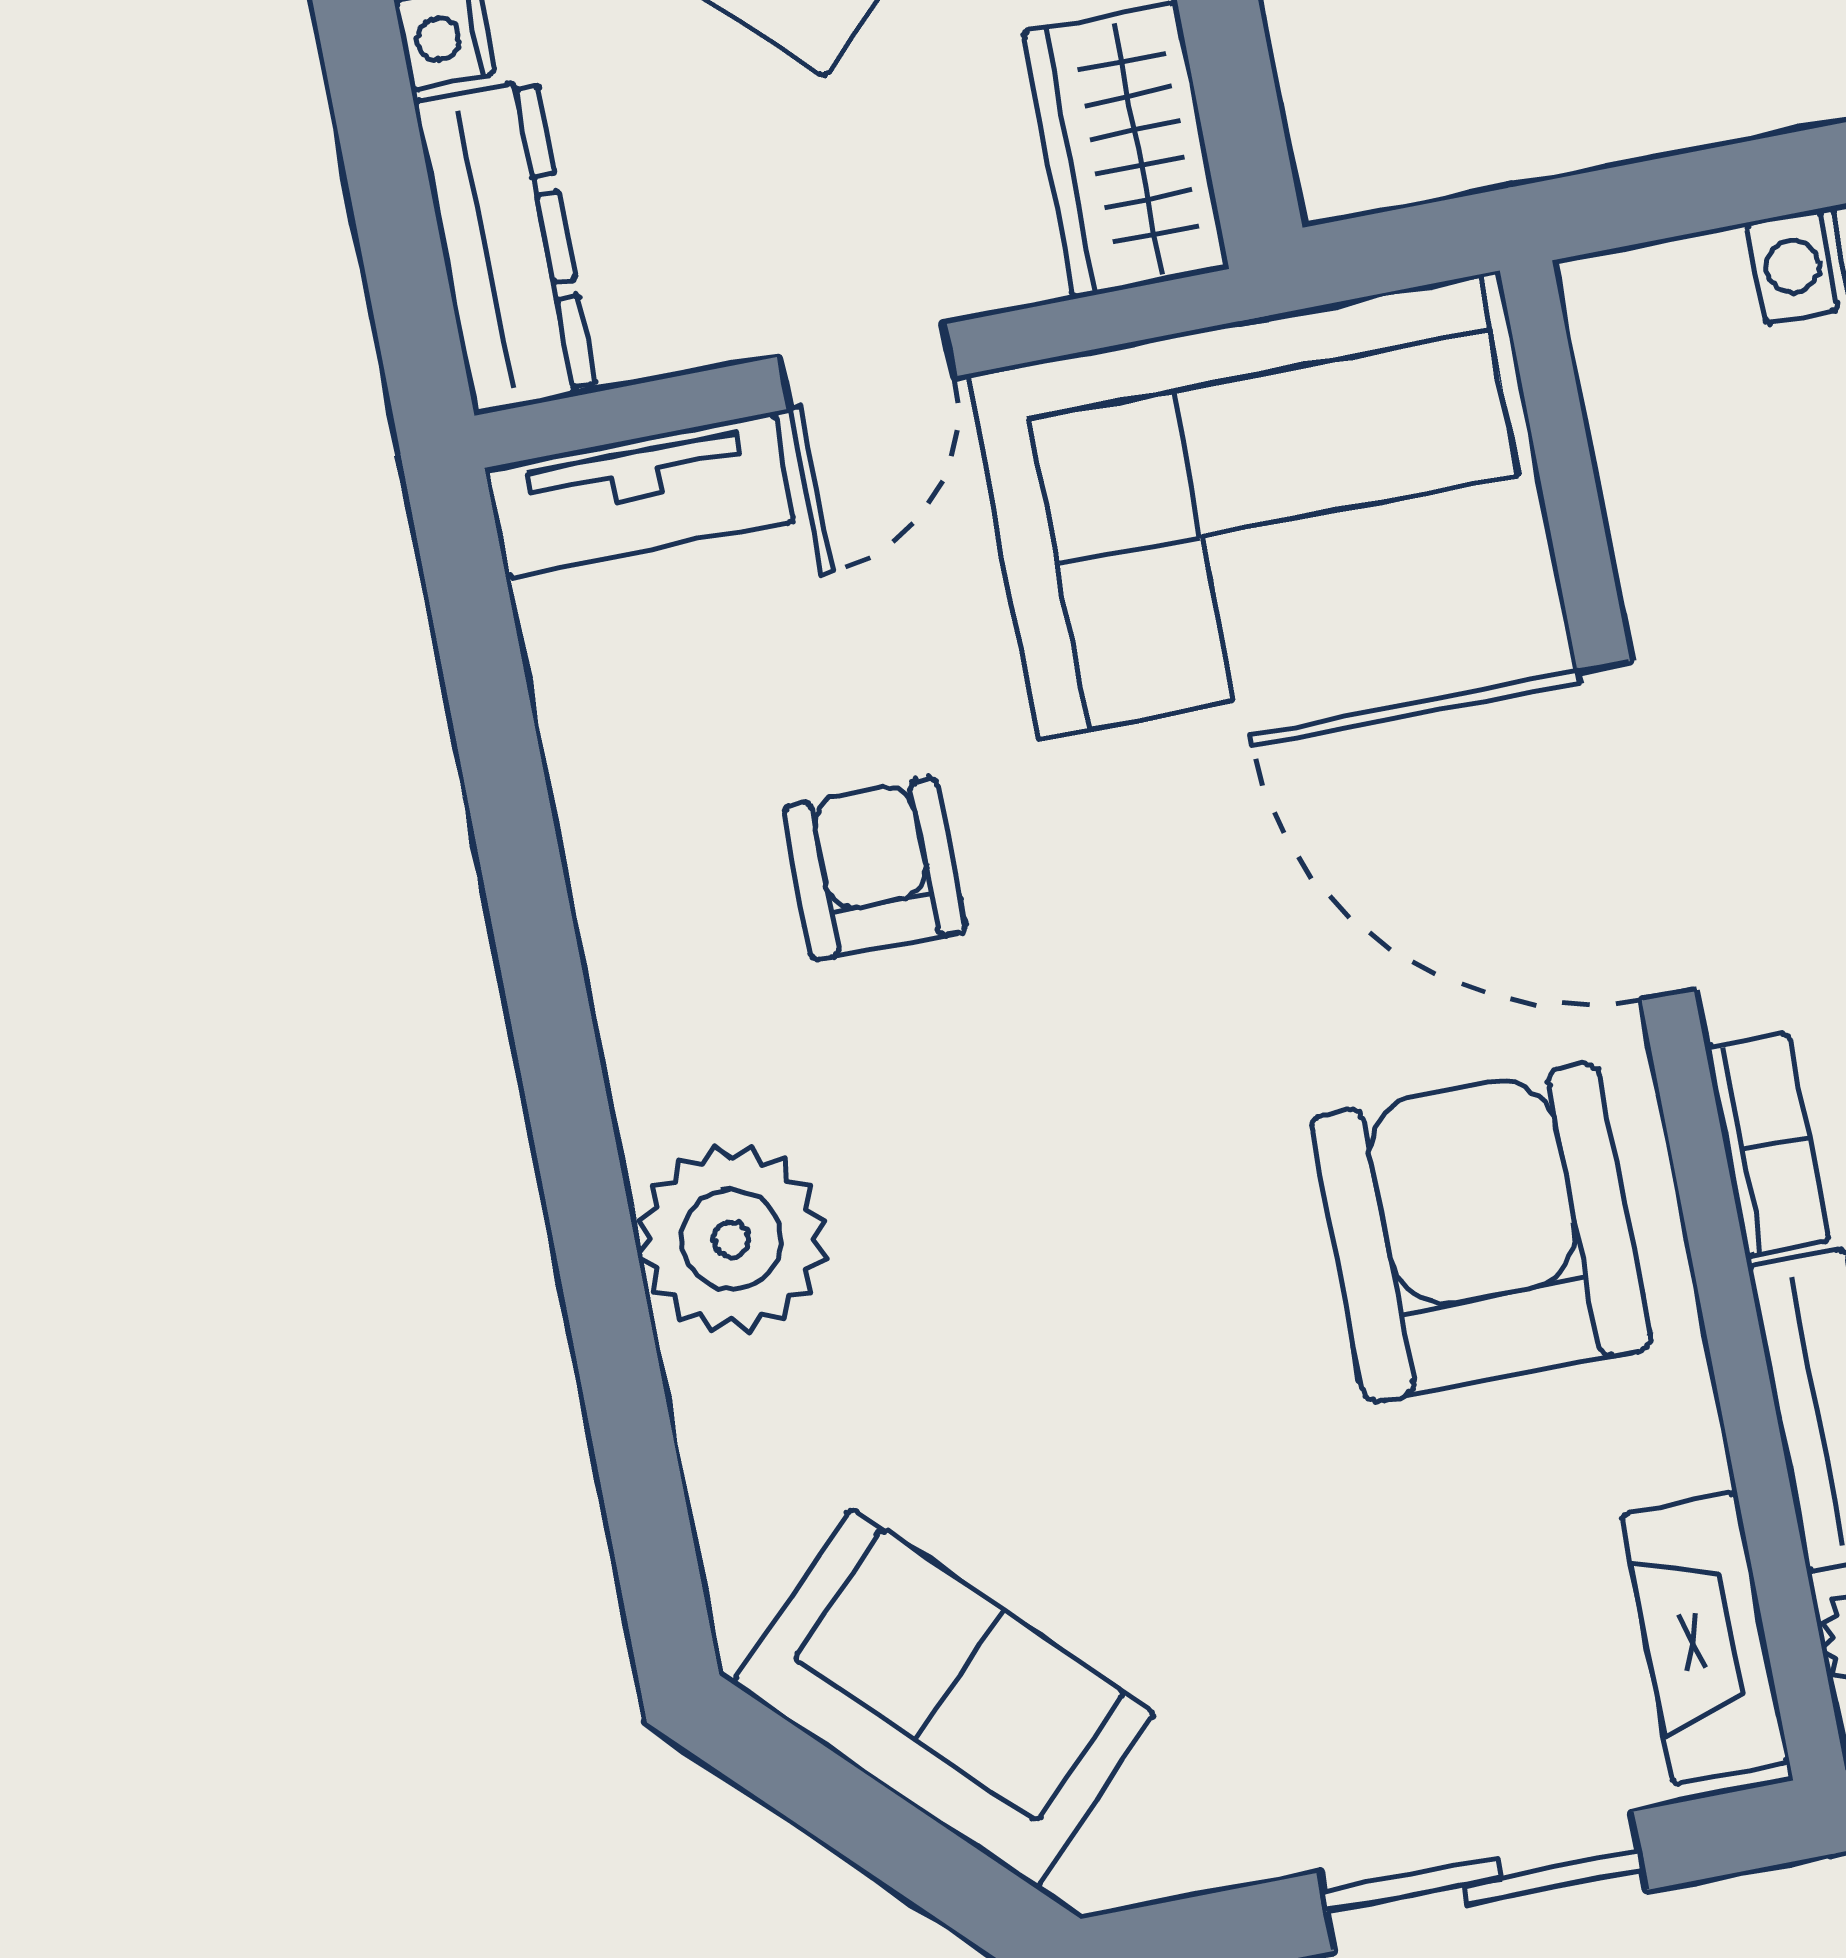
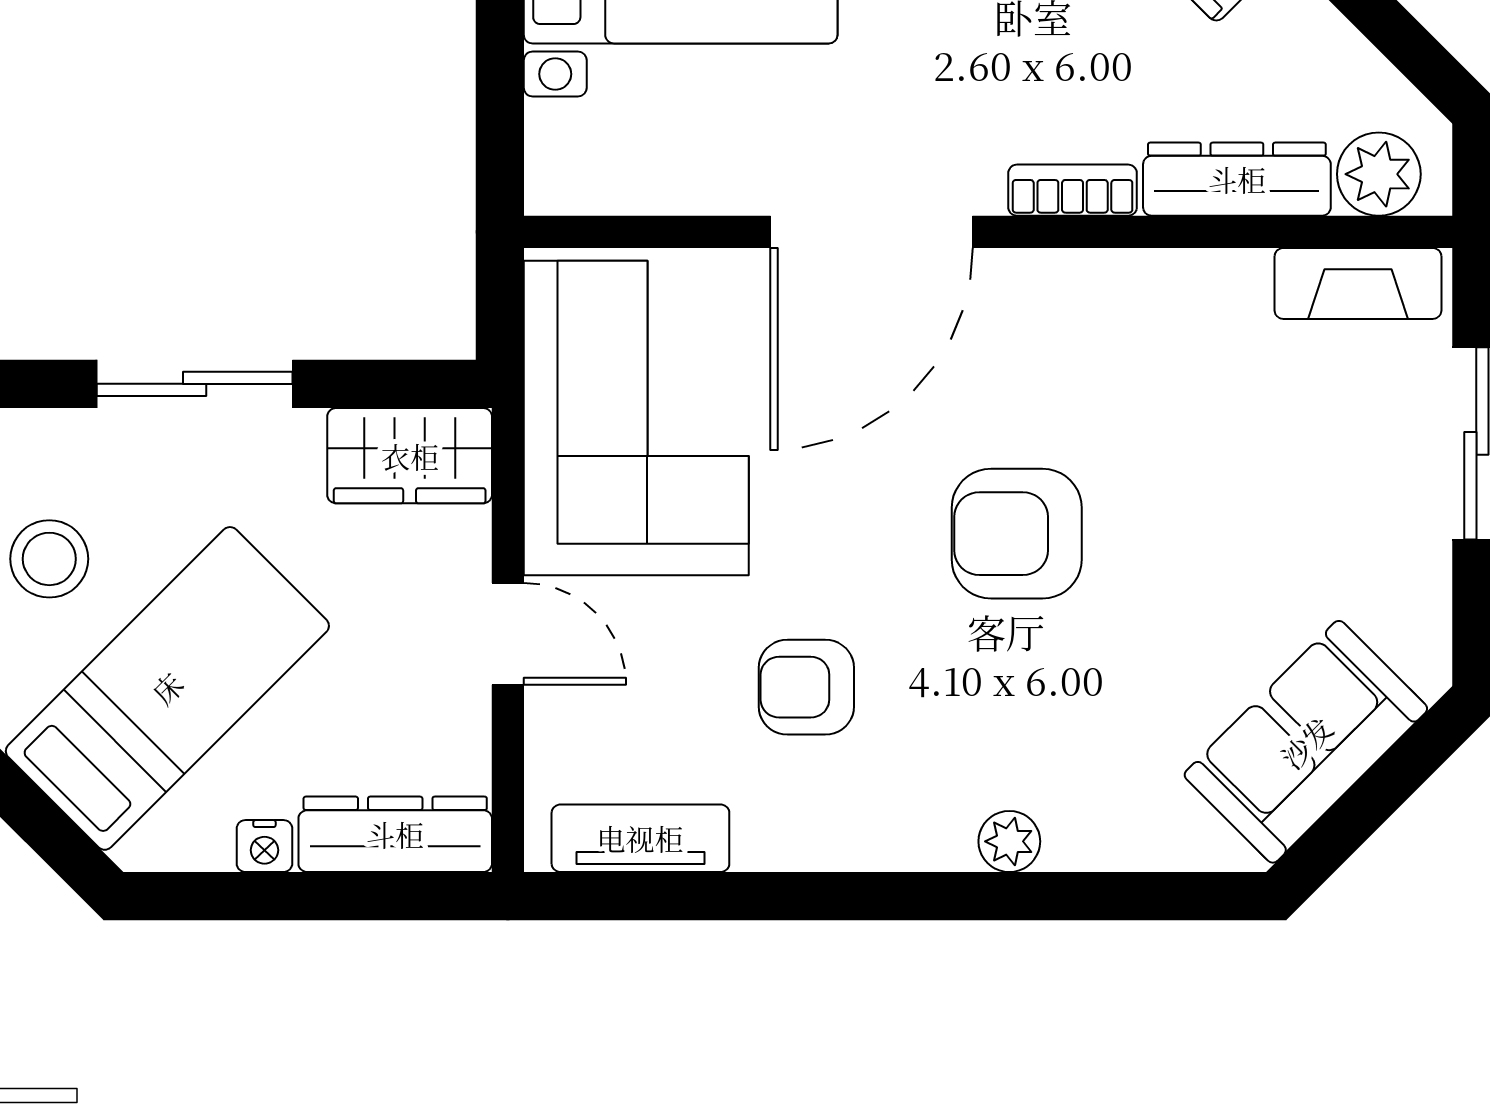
tv unit: (640, 495) -> (640, 838), moved, turned -90
armchair: (1481, 1233) -> (1017, 534), moved, width x0.73, depth x0.73
plant: (732, 1239) -> (1009, 841), width x0.53, depth x0.53

